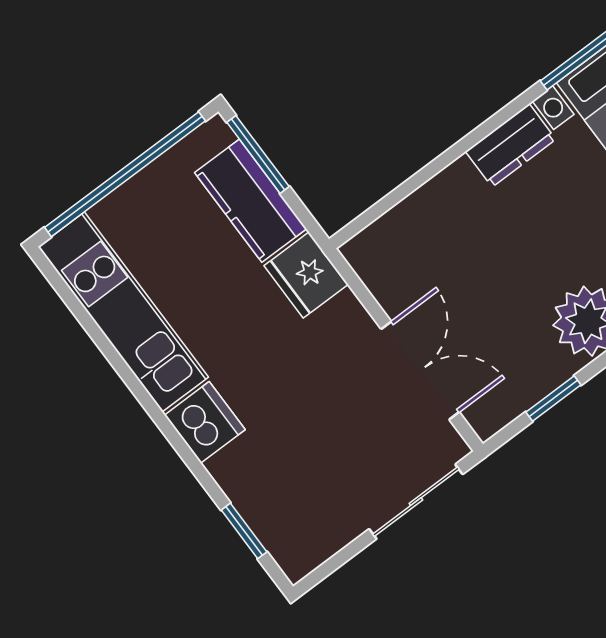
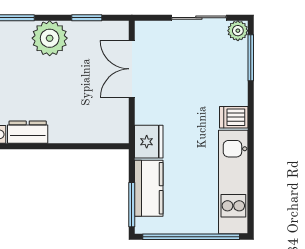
dishwasher: (205, 422) -> (234, 117), width x0.73
sliding door: (416, 502) -> (199, 18), moved
window: (244, 531) -> (251, 58), width x1.50
plant: (297, 559) -> (238, 31), added

